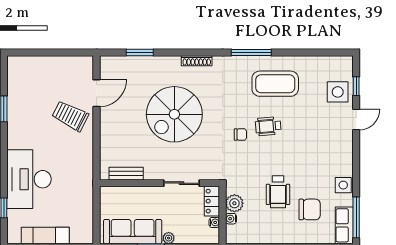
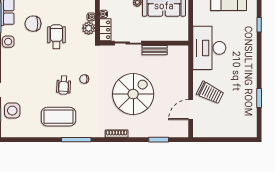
wheelchair: (268, 126) -> (64, 85), turned 98
bench: (126, 174) -> (155, 50), moved
desk: (29, 179) -> (209, 48), moved, turned 180

